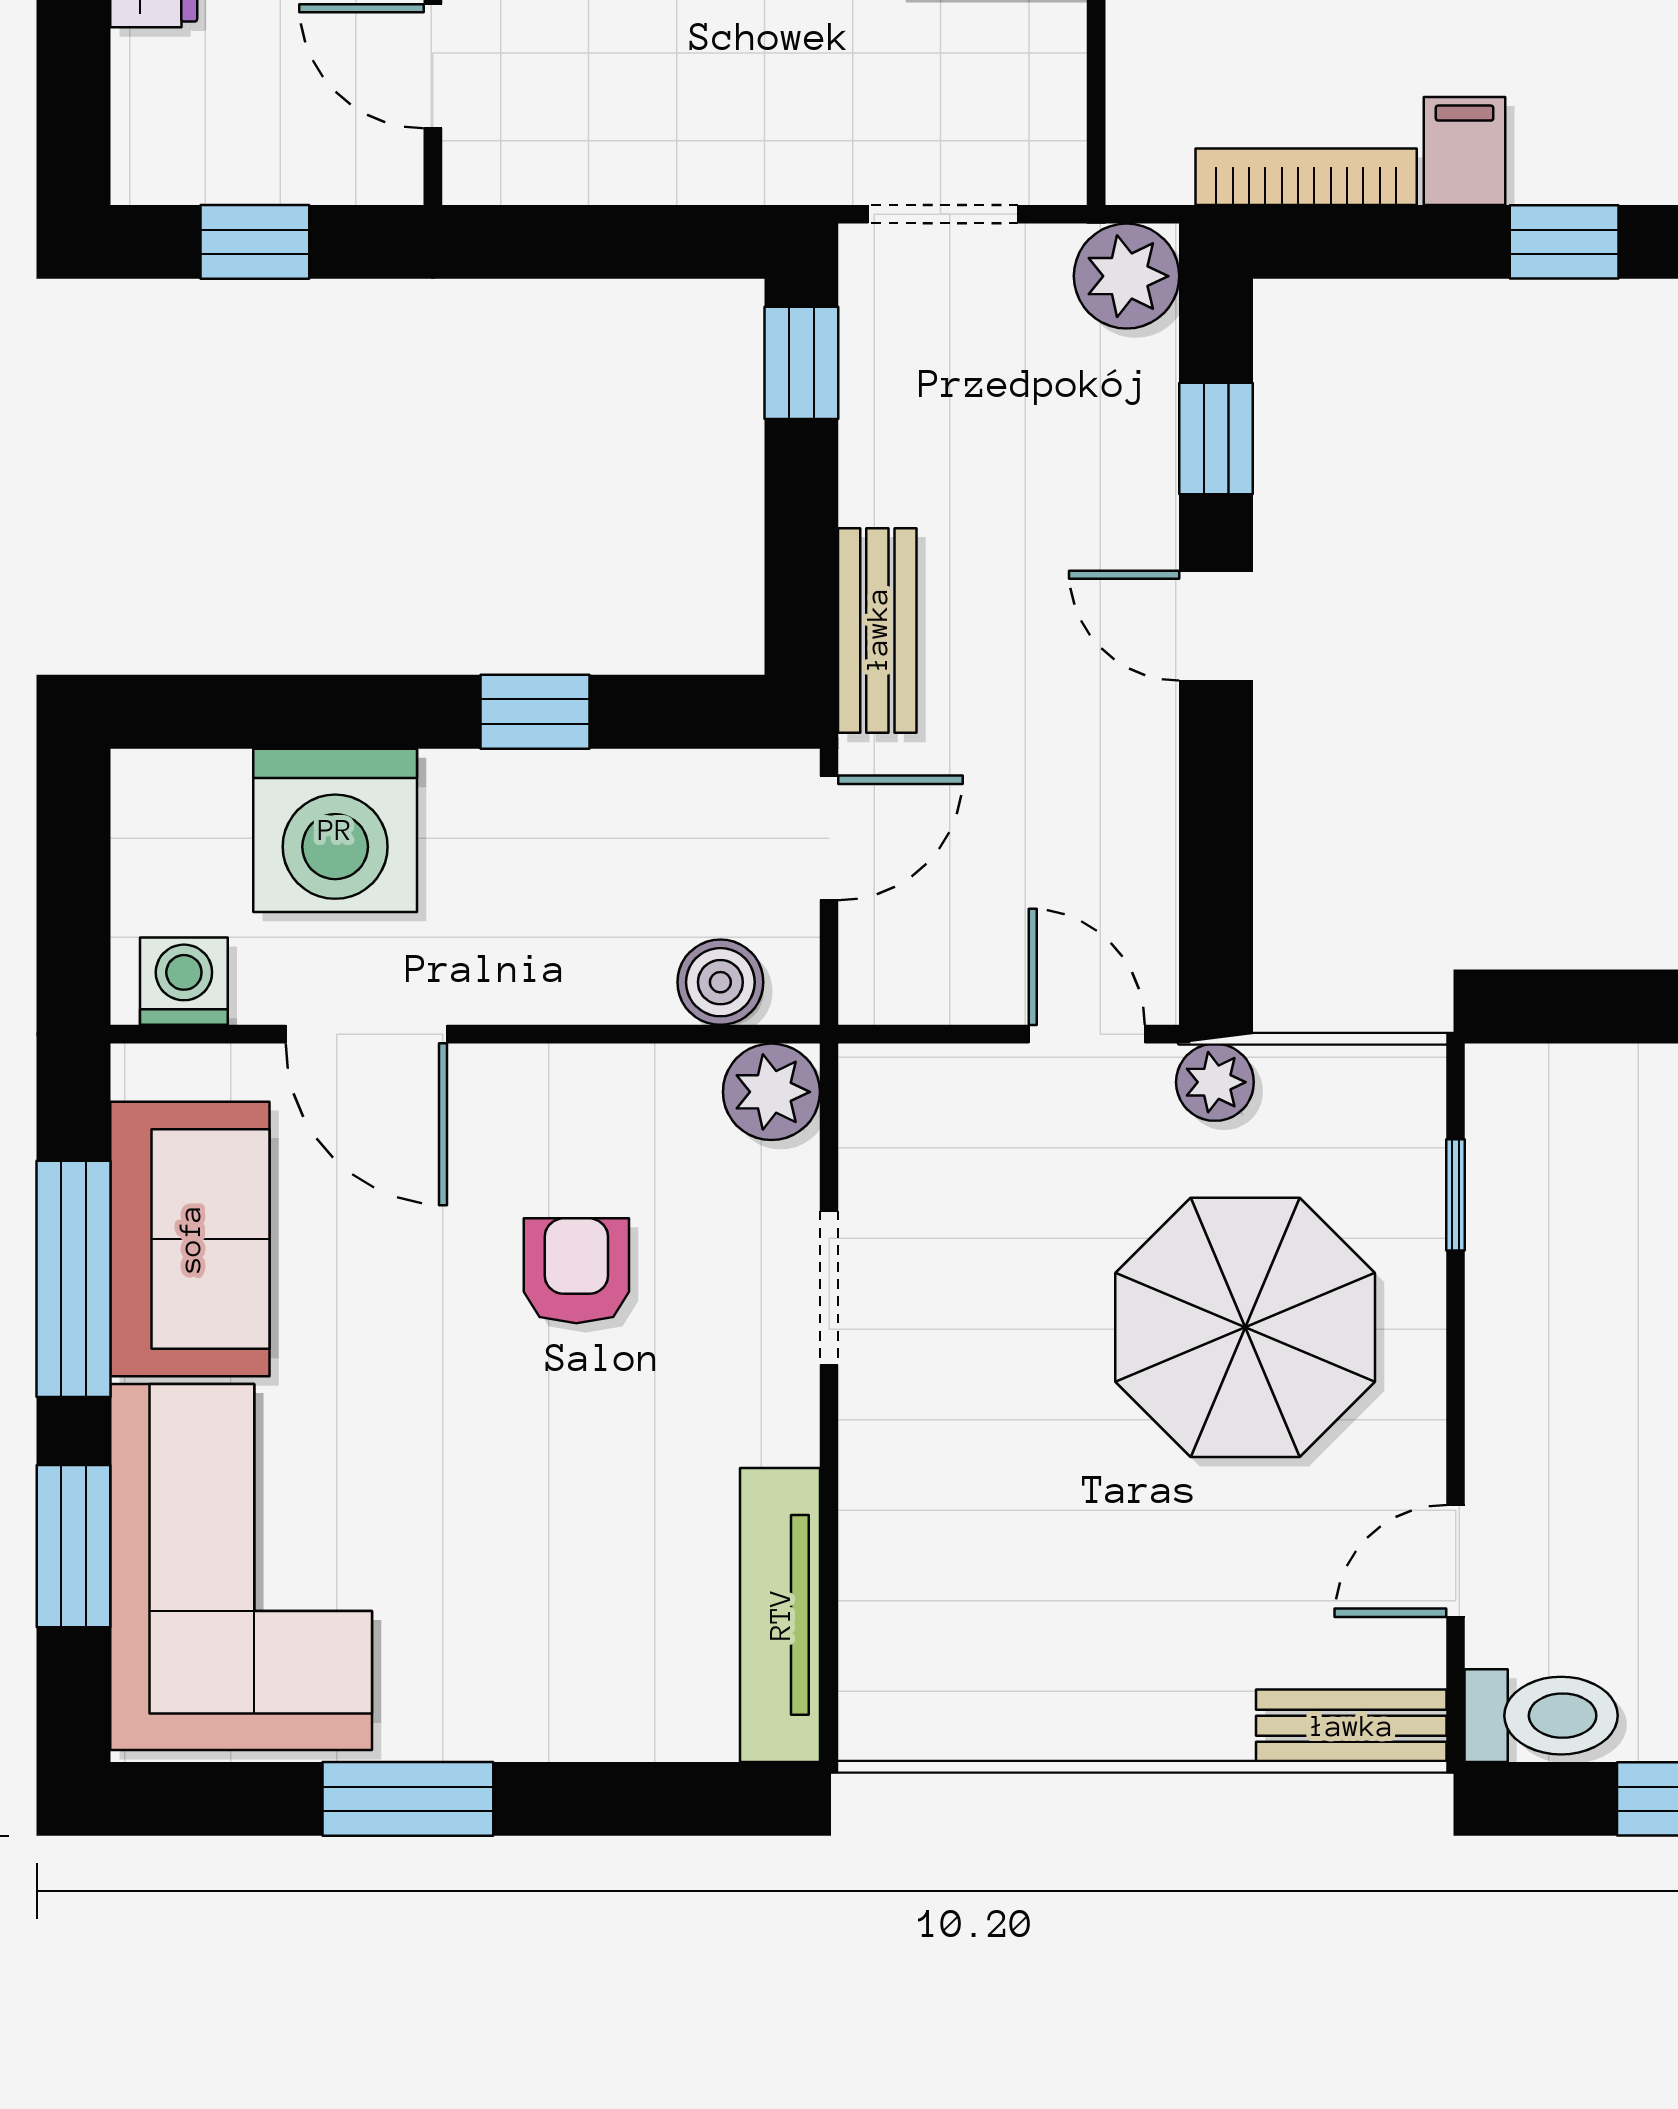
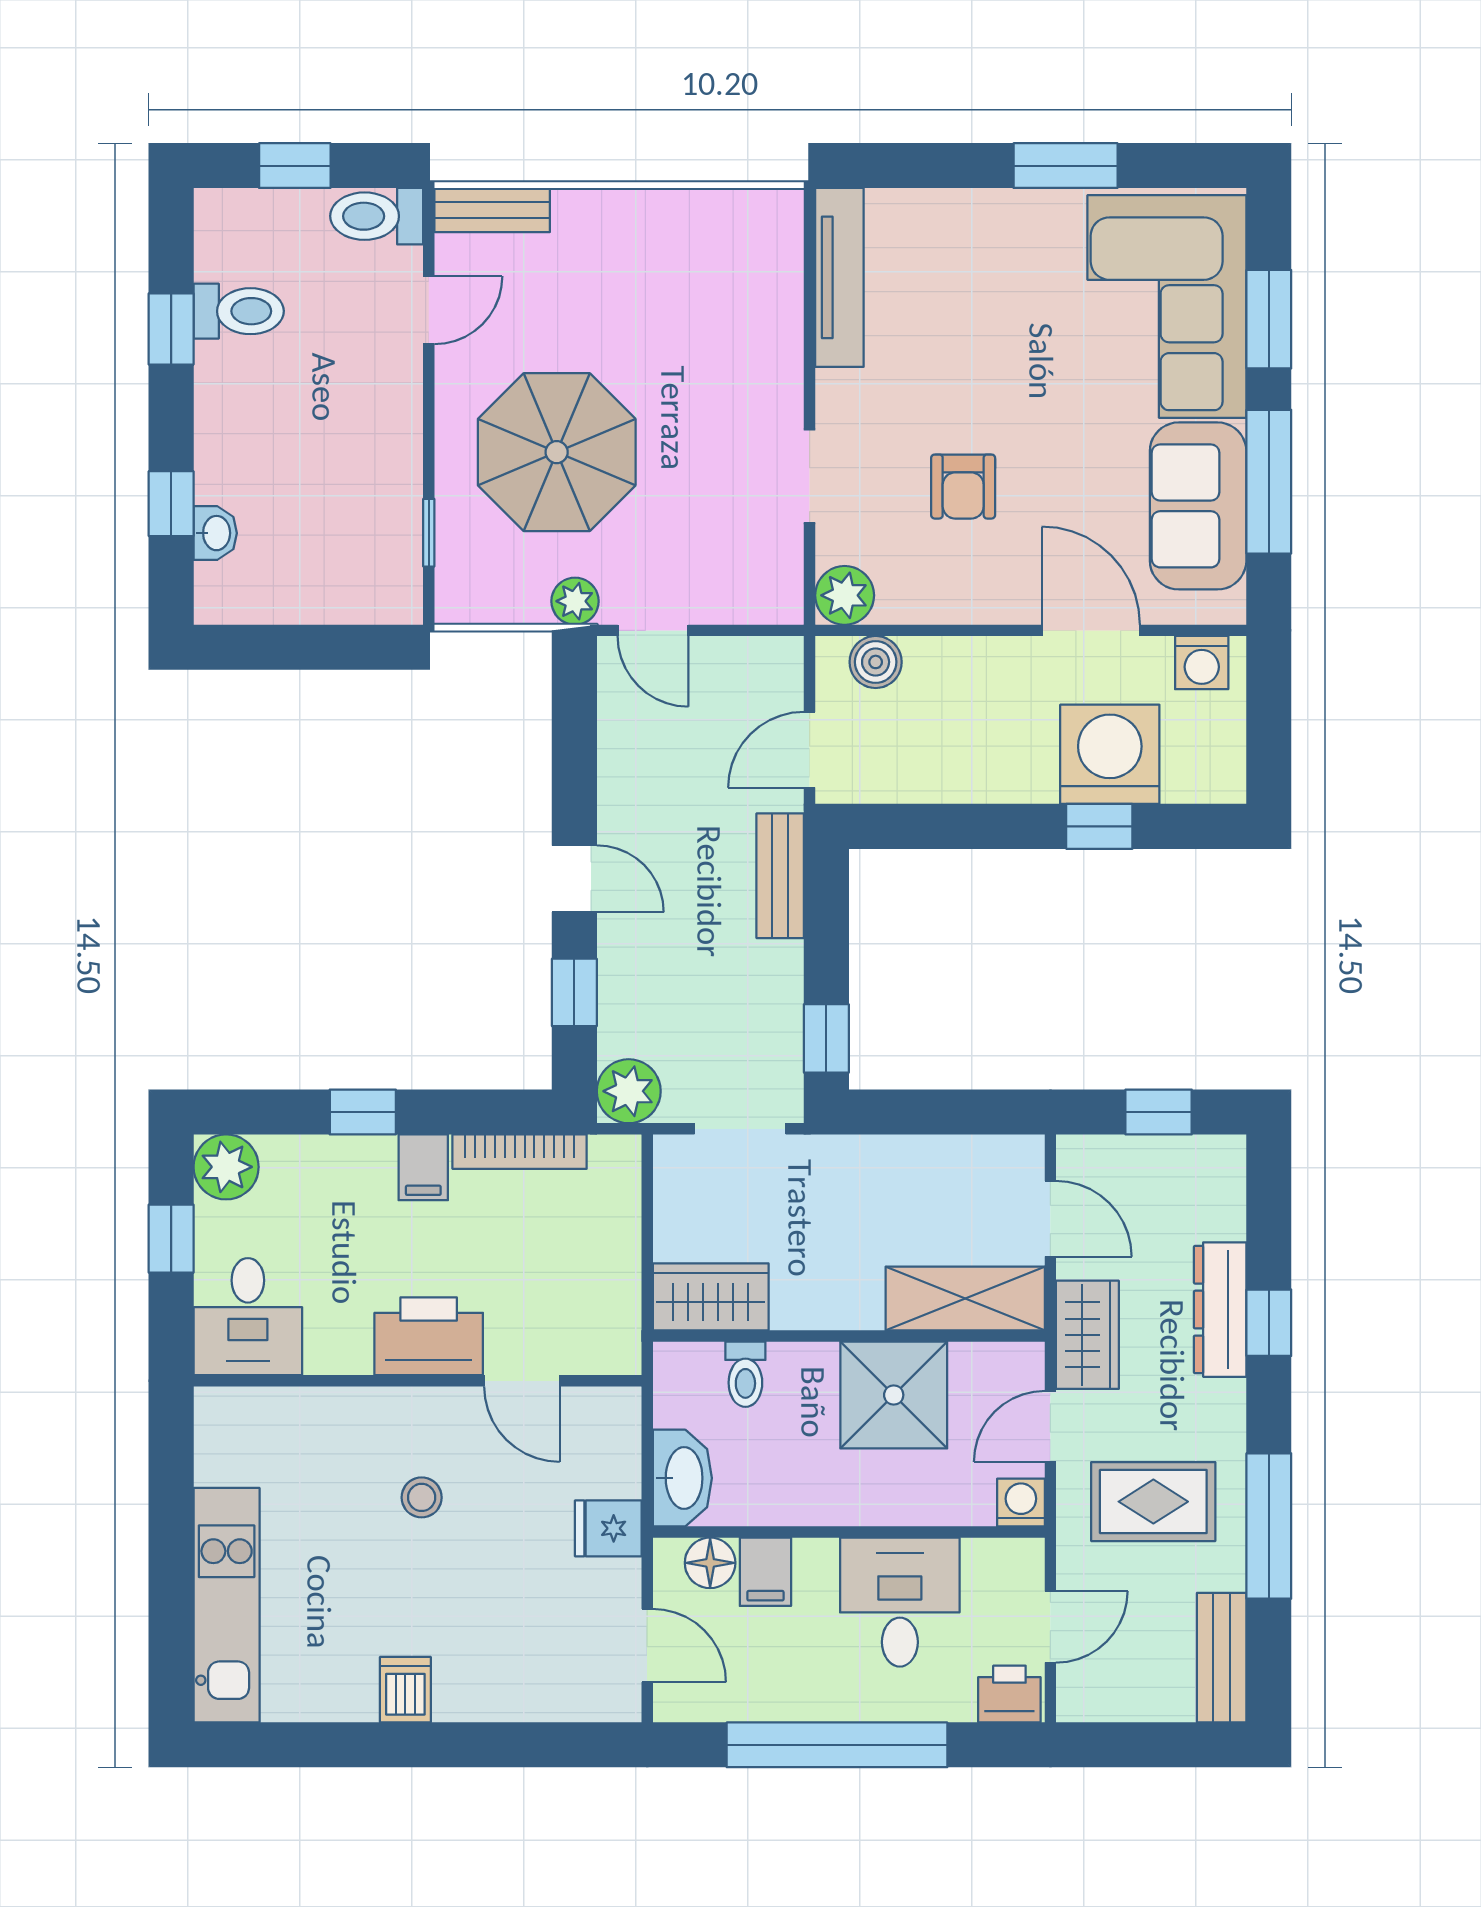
window: (535, 712) -> (1099, 826), moved

